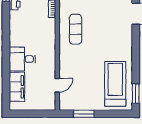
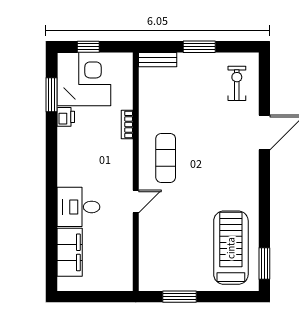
door: (57, 85) -> (136, 201), moved

